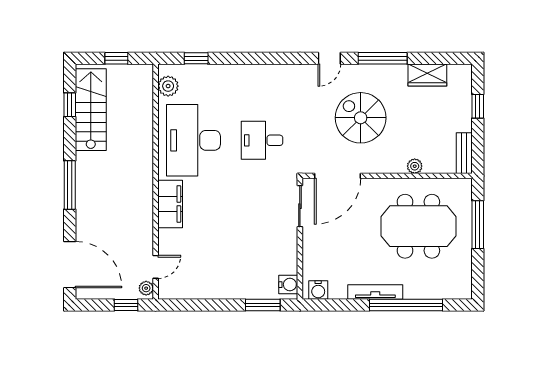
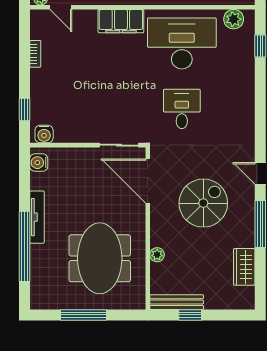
window: (478, 106) -> (190, 315), moved
bench: (464, 153) -> (177, 302), width x1.36
window: (478, 225) -> (83, 315), moved
bookcase: (204, 294) -> (35, 54), added
window: (263, 305) -> (25, 110), width x0.67

